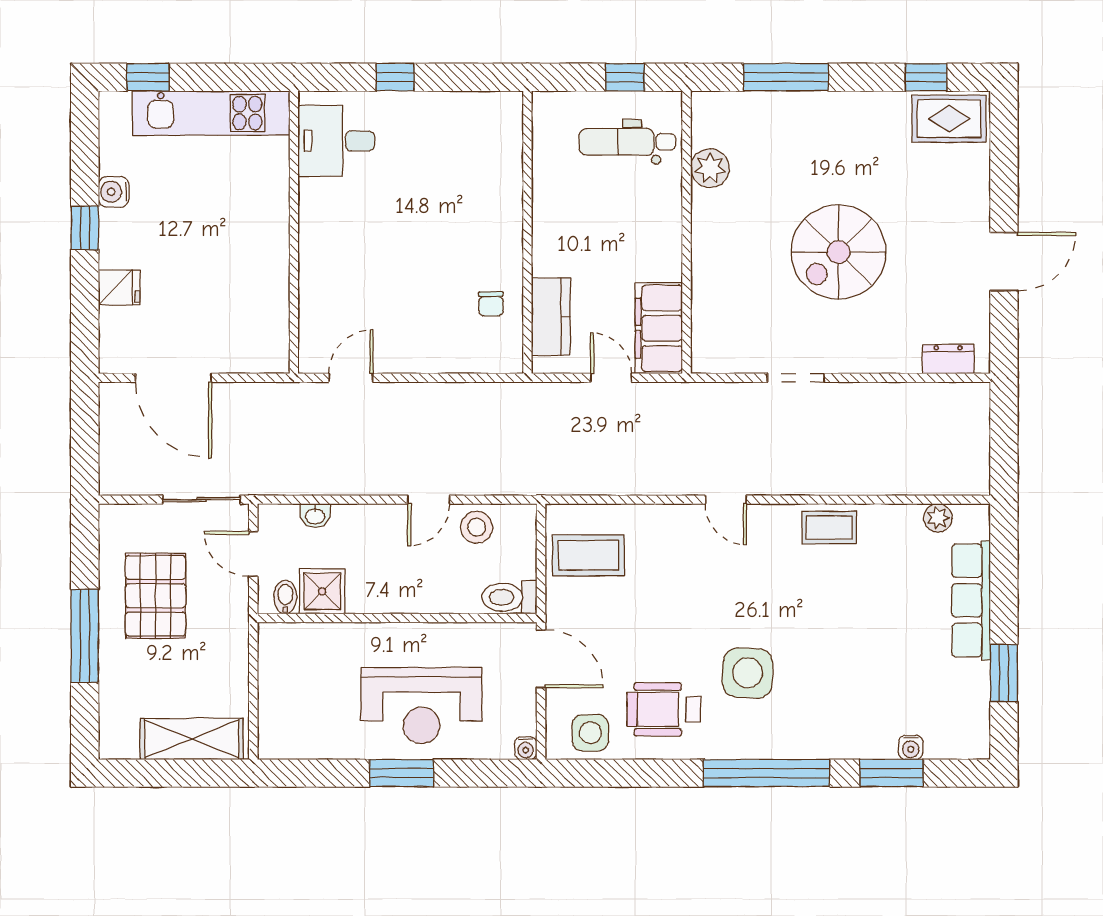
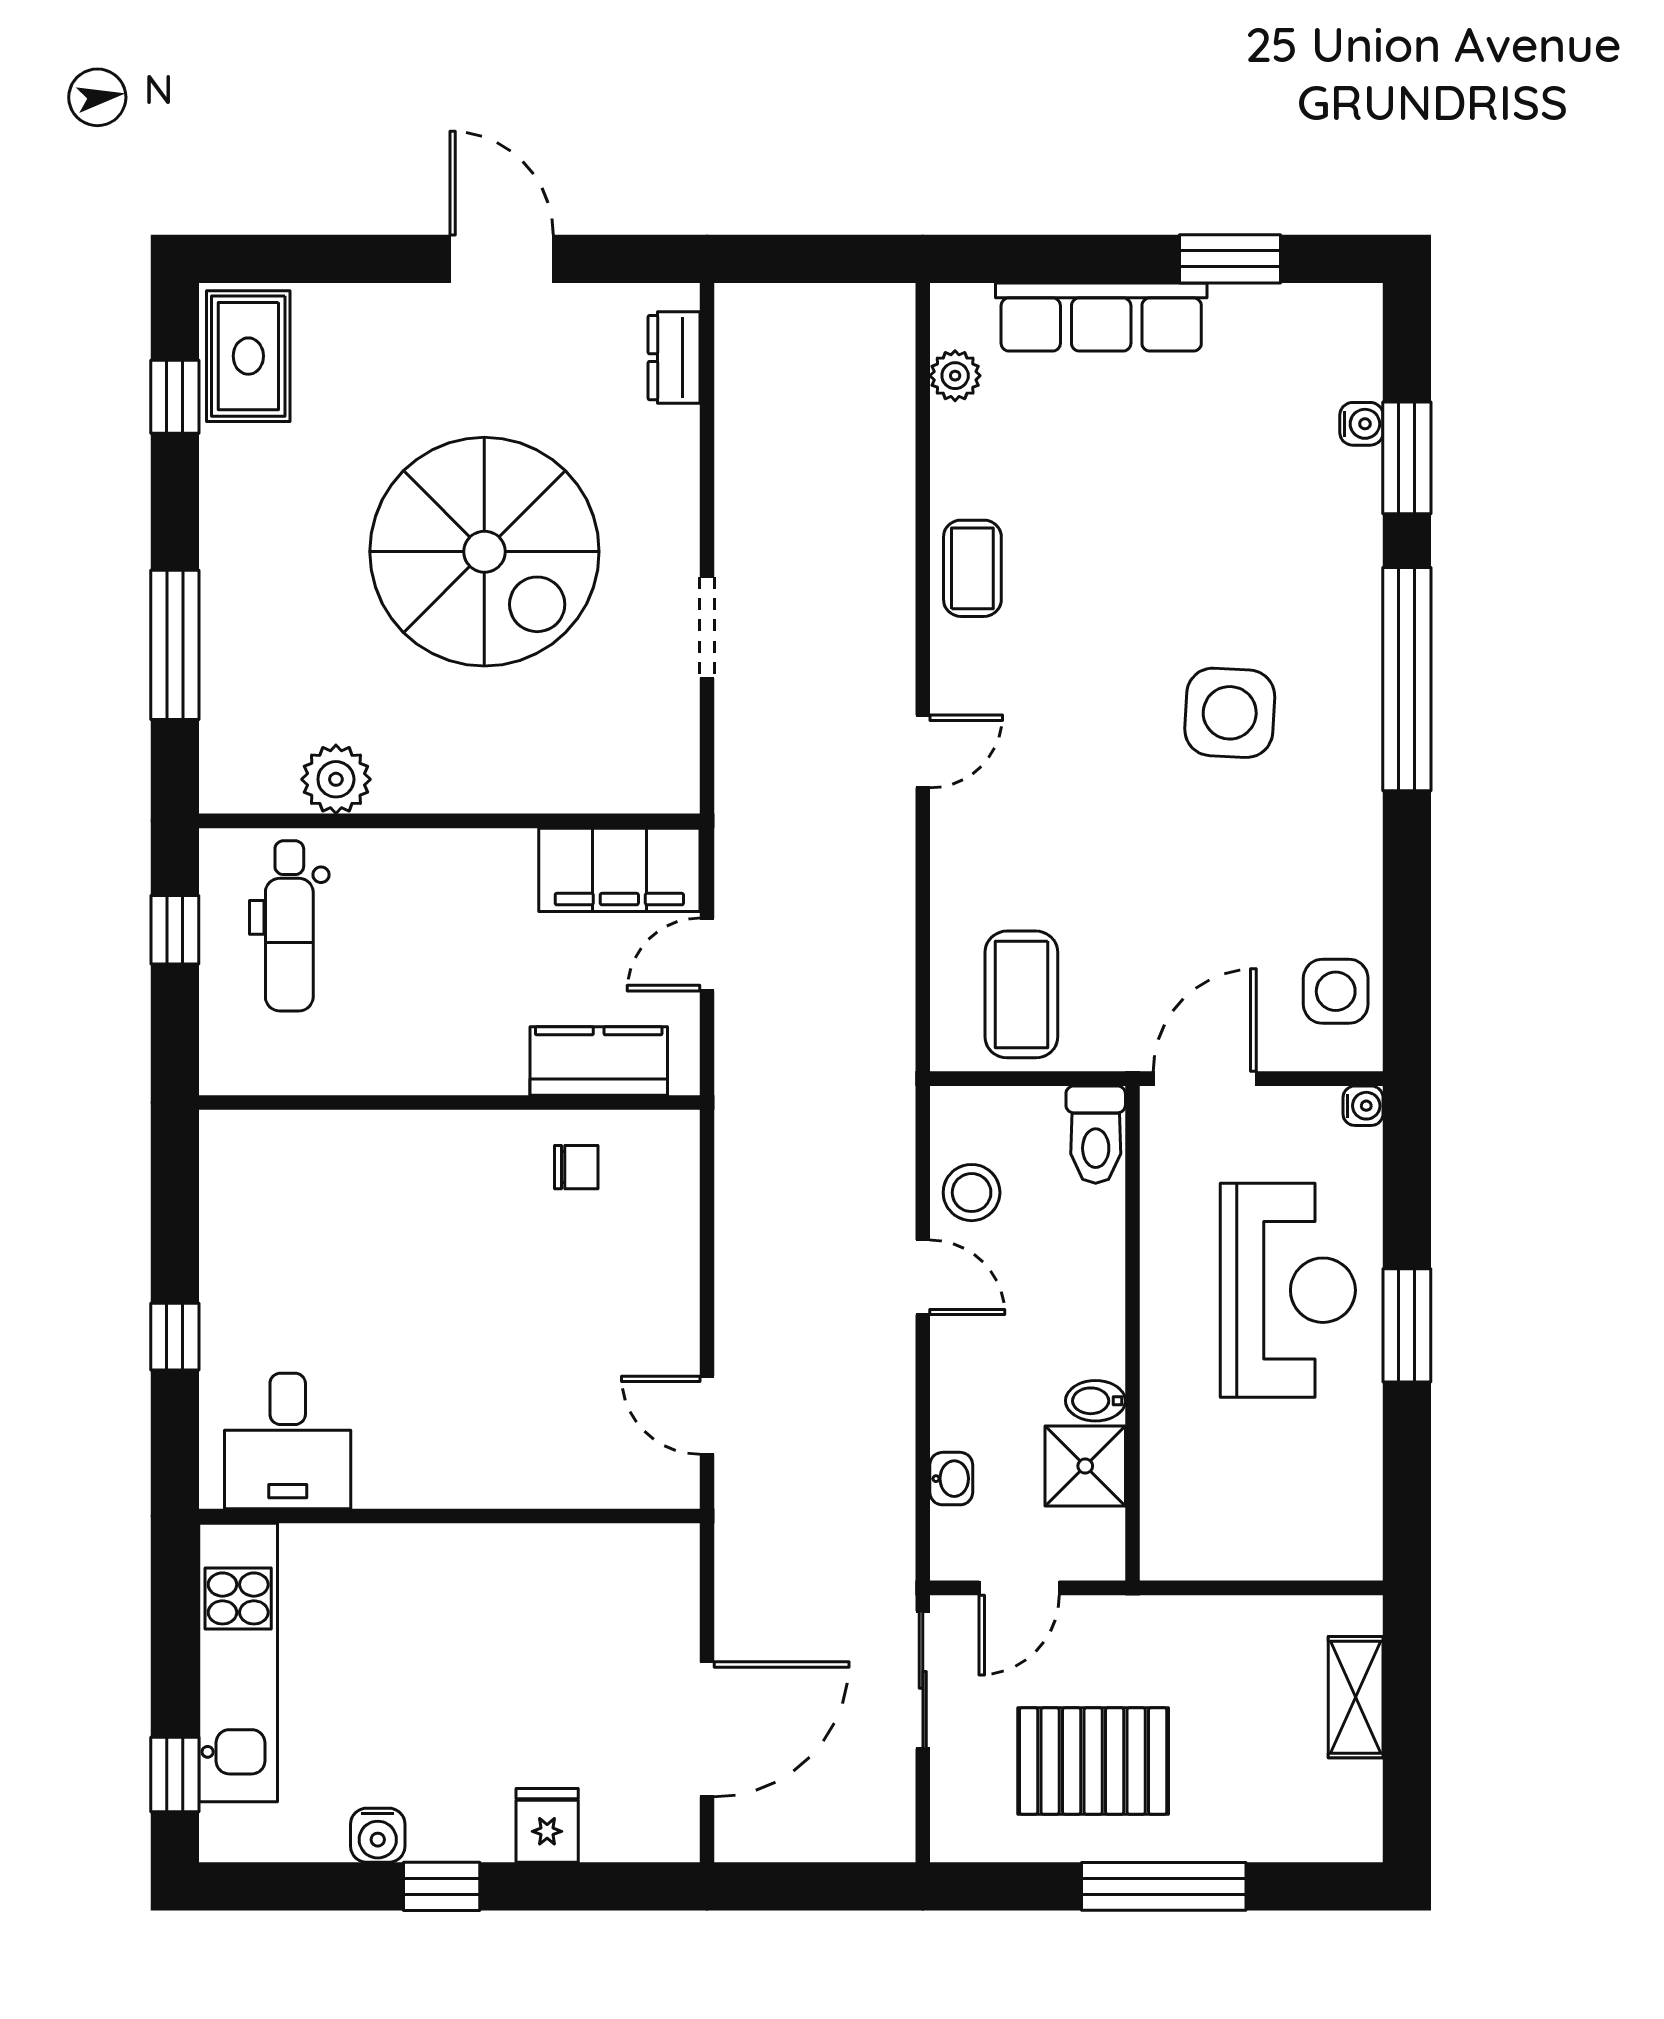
spiral stairs: (839, 252) -> (484, 552), width x1.37, depth x1.37
bidet: (285, 597) -> (1095, 1401), moved
wheelchair: (664, 709) -> (1294, 861), removed
shelving: (192, 739) -> (1356, 1697), width x0.67, depth x0.75

